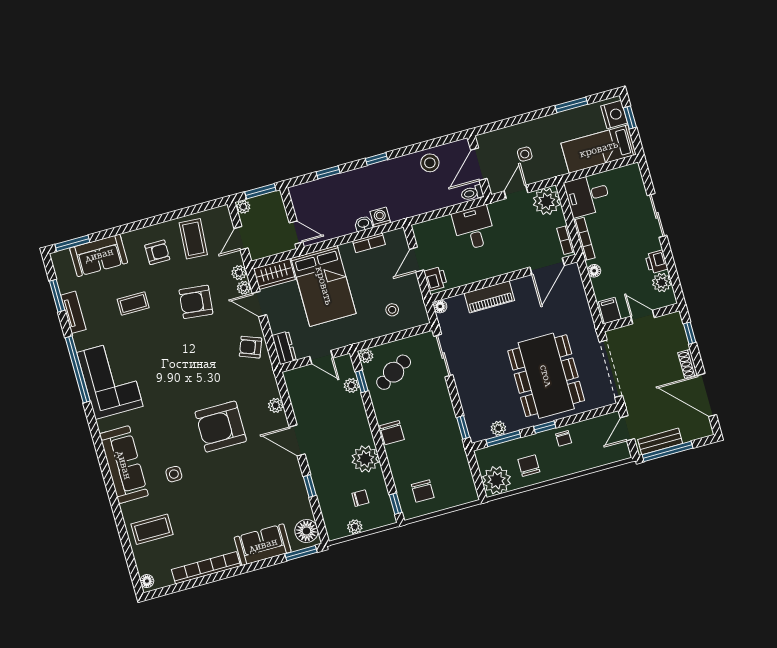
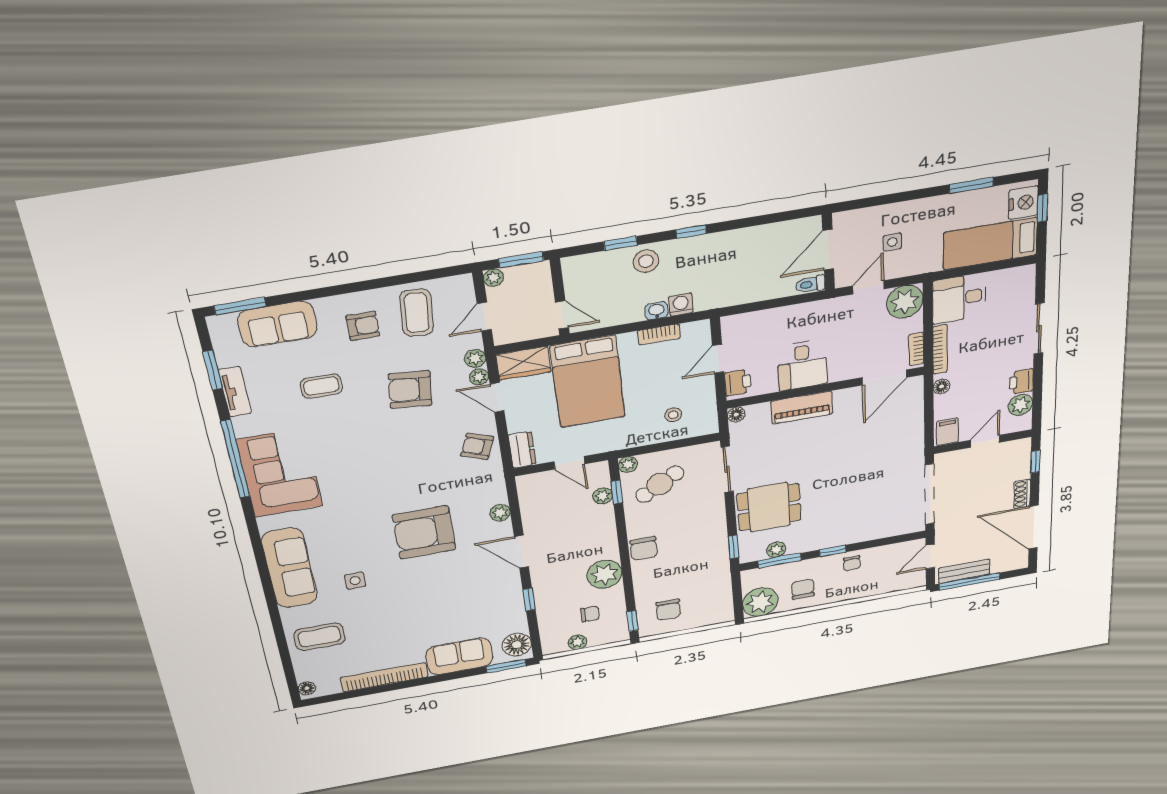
stool: (430, 163) -> (646, 261), moved
desk: (474, 228) -> (802, 365), moved, turned 180
door: (643, 317) -> (985, 441), hinge flipped
dining table: (546, 376) -> (769, 507), moved, width x0.53, depth x0.80

